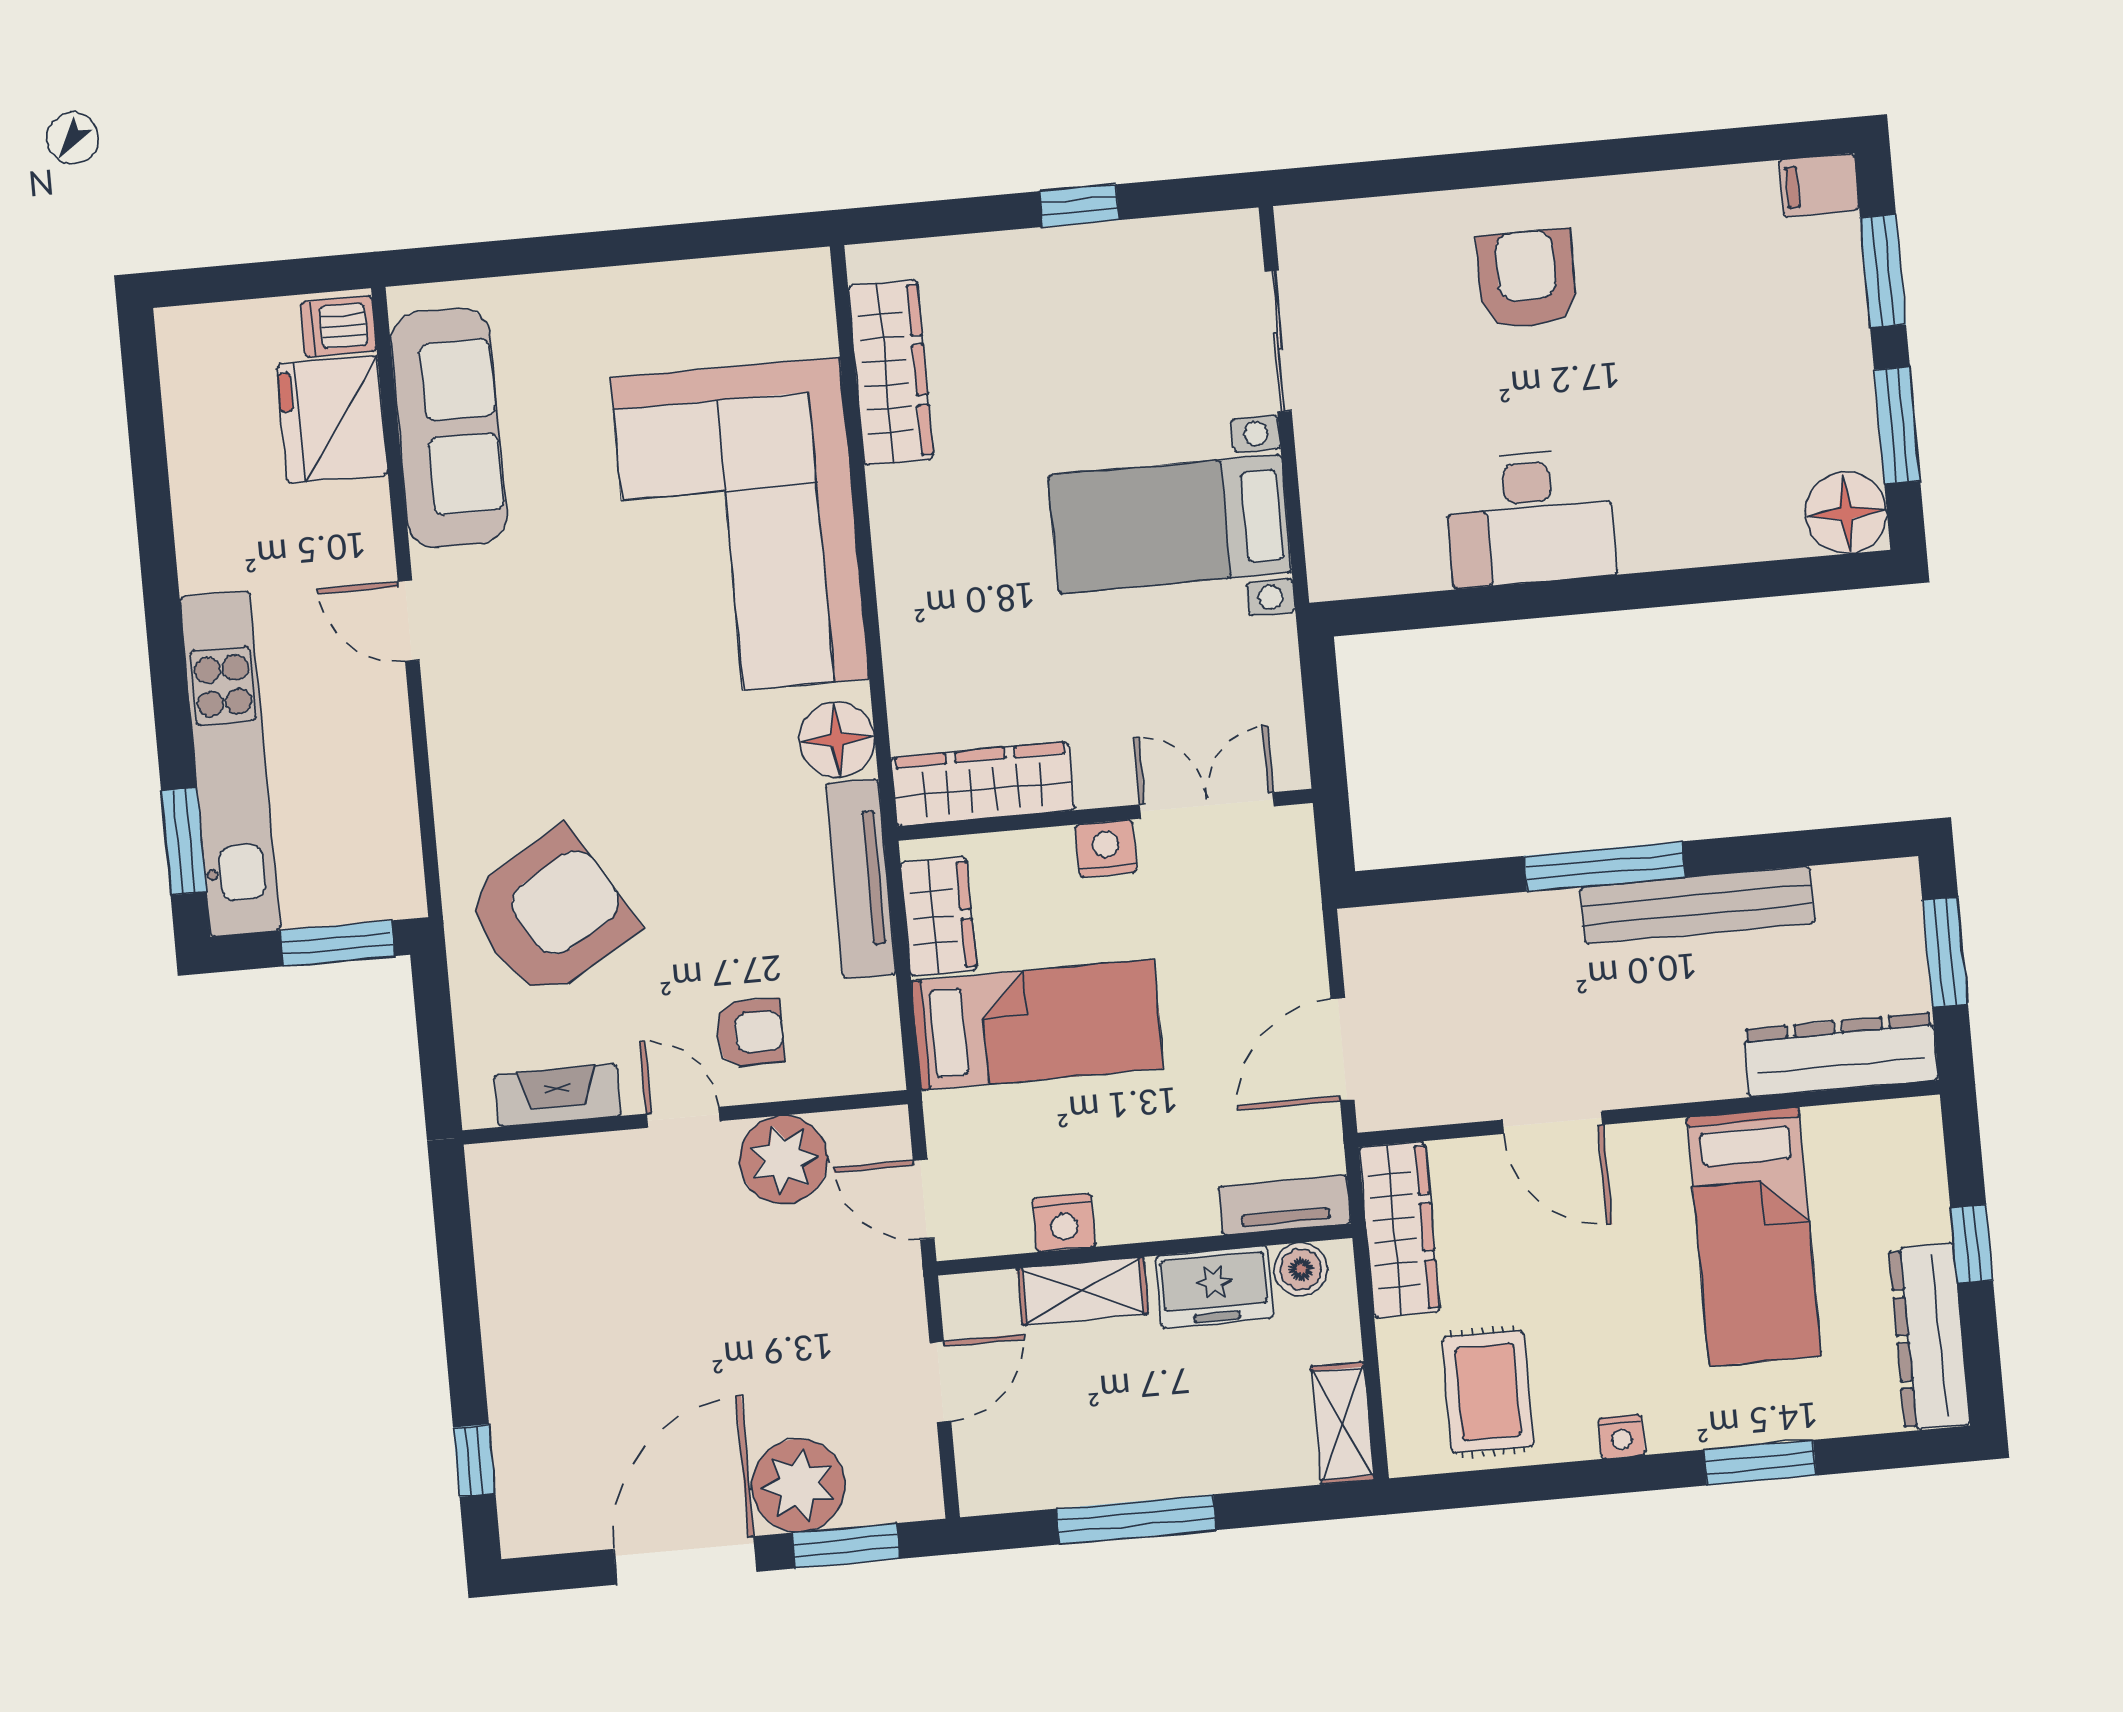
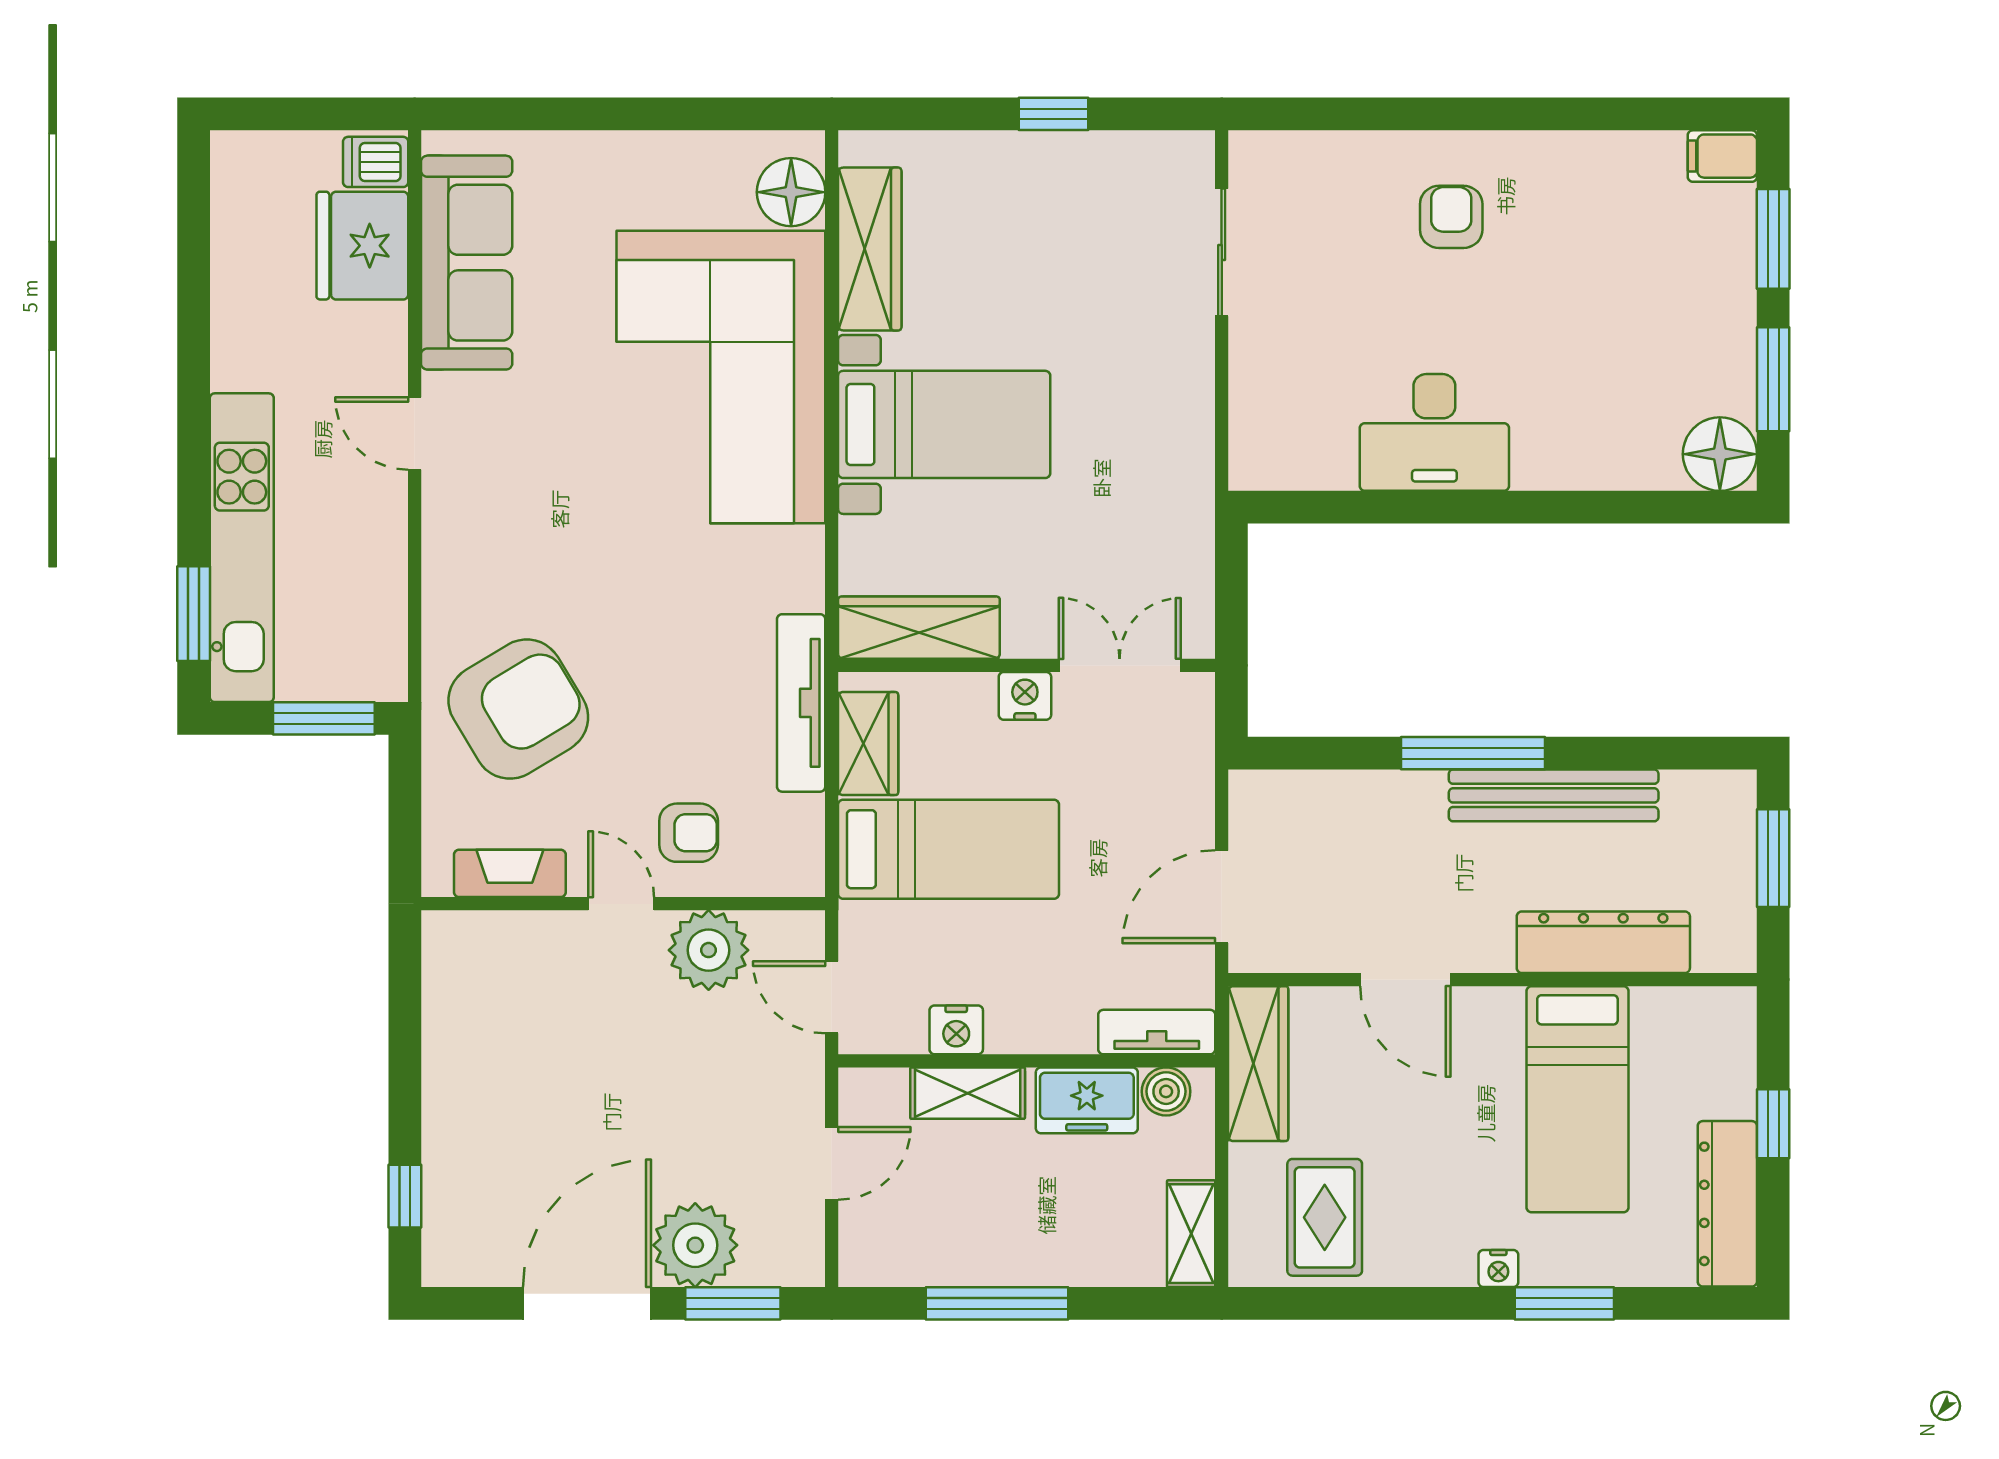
armchair: (1527, 279) -> (1451, 217), width x0.72, depth x0.72
bed with nightstands: (1170, 524) -> (944, 424), moved, turned 180
floor lamp: (837, 740) -> (791, 192), moved
dresser: (1841, 1055) -> (1603, 942), moved
nightstand: (1622, 1436) -> (1498, 1269), moved

